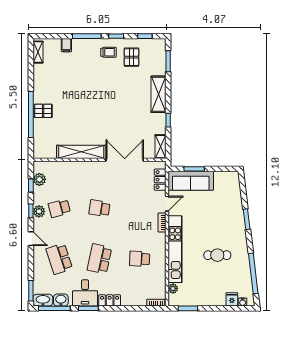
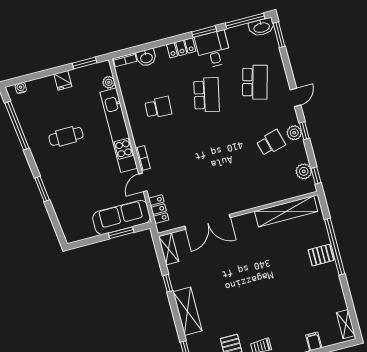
shelving: (81, 152) -> (286, 211), moved
window: (31, 186) -> (316, 175), moved
school desk: (99, 208) -> (223, 156), removed
door: (31, 239) -> (295, 97), swing flipped
school desk: (59, 259) -> (255, 82), turned 33
fridge: (232, 299) -> (63, 80), moved
washbasin: (61, 300) -> (146, 58), moved

